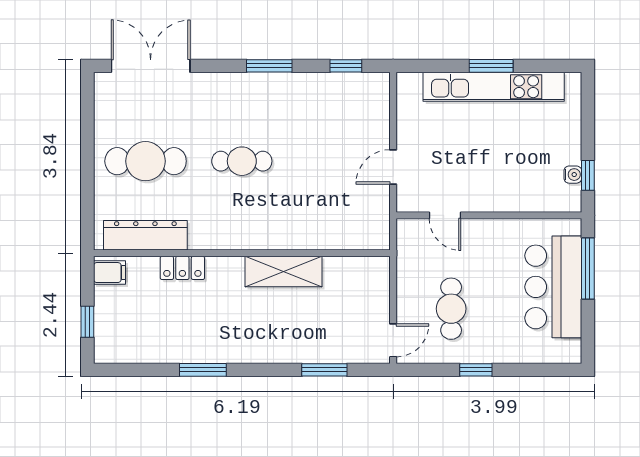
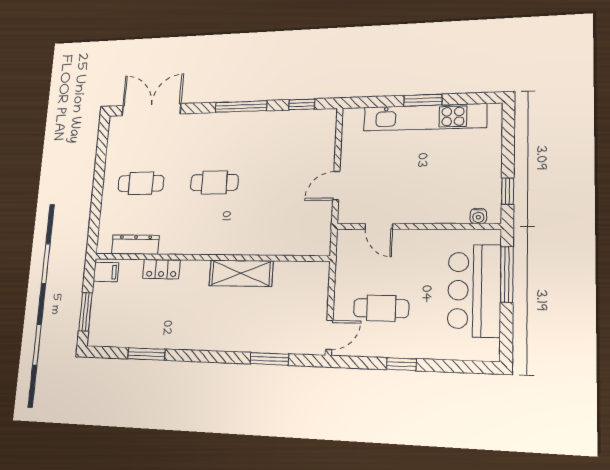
window: (269, 66) -> (241, 107), width x1.44
cafe table: (146, 161) -> (141, 183), width x0.73, depth x0.74
water cooler: (573, 175) -> (478, 216), moved, turned 90
dresser: (145, 235) -> (135, 245), width x0.73, depth x0.80
cafe table: (451, 309) -> (381, 308), turned 90
window: (87, 322) -> (85, 312), width x1.50
window: (203, 370) -> (146, 354), moved

